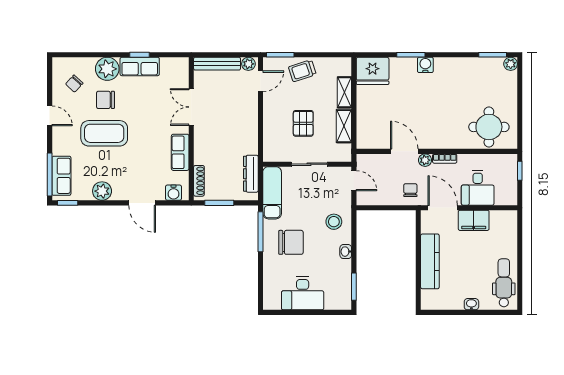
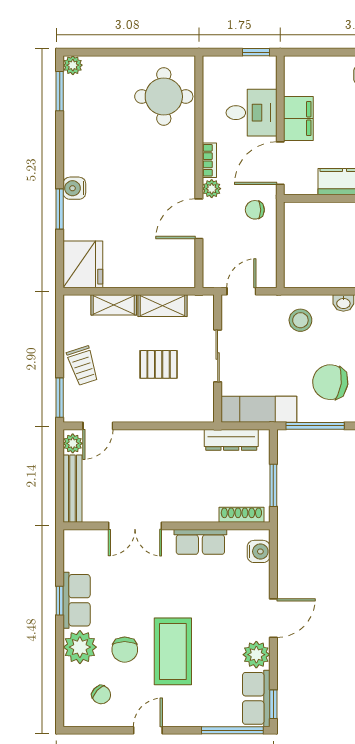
door: (261, 81) -> (98, 426), swing flipped
window: (520, 171) -> (256, 52), moved
row of seats: (61, 176) -> (256, 698), moved, turned -90
door: (142, 203) -> (273, 618), moved
chair: (291, 242) -> (330, 382), turned -82

